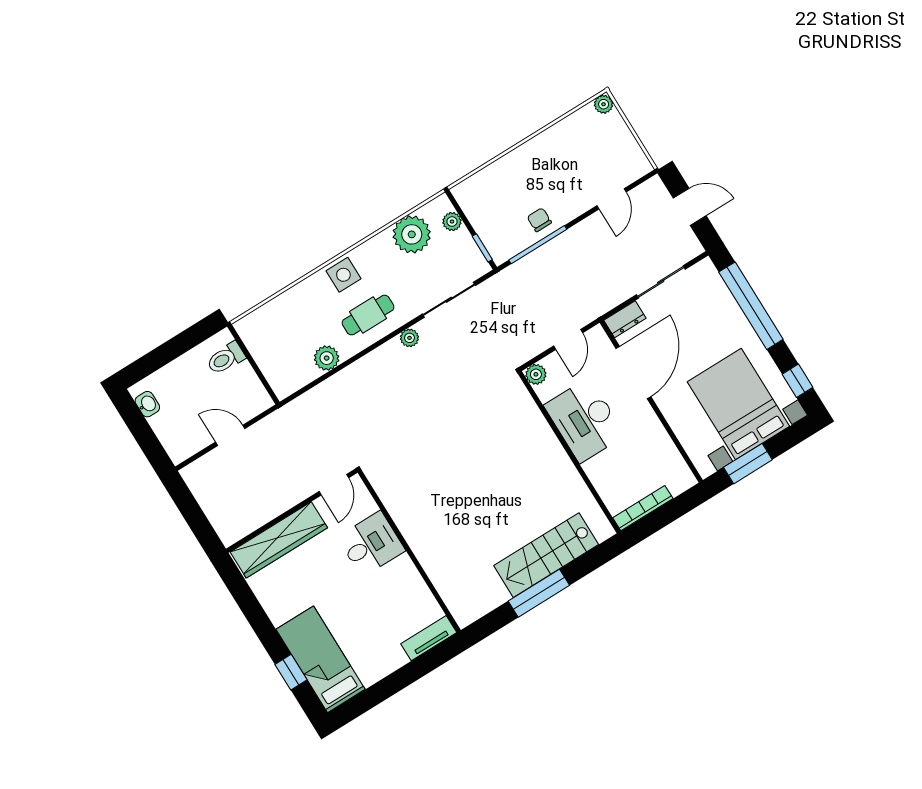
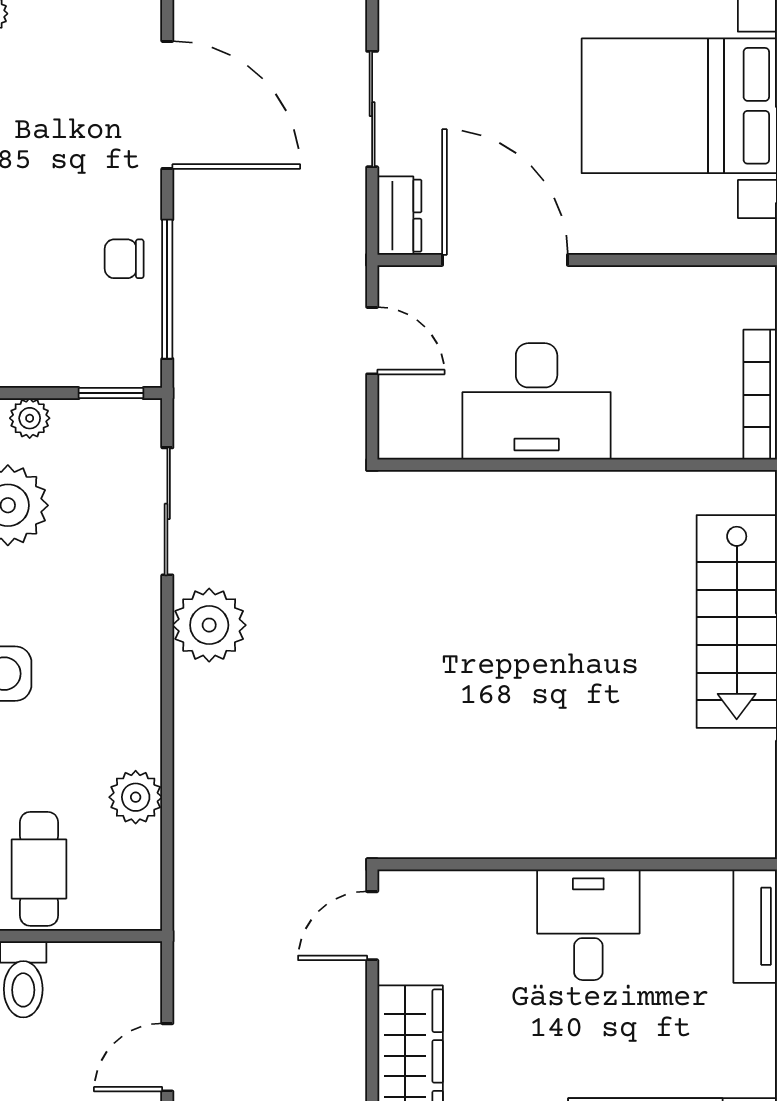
door: (612, 199) -> (167, 105), width x1.87
cafe table: (368, 315) -> (39, 869), moved
plant: (409, 338) -> (209, 625), width x1.87, depth x1.87
plant: (536, 374) -> (399, 438), removed
door: (334, 485) -> (372, 926), swing flipped
desk: (371, 544) -> (588, 925), moved

